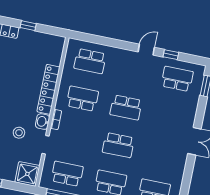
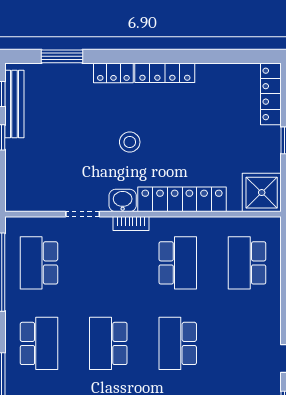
stool: (19, 133) -> (130, 142), moved
shower: (27, 174) -> (262, 193), moved
school desk: (67, 174) -> (39, 263), turned 180

